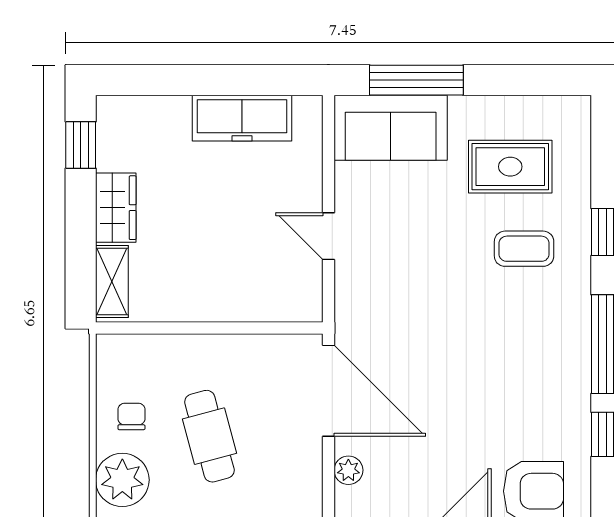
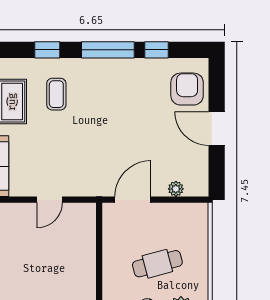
door: (328, 391) -> (133, 200), width x0.73

